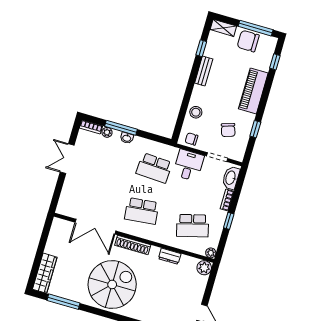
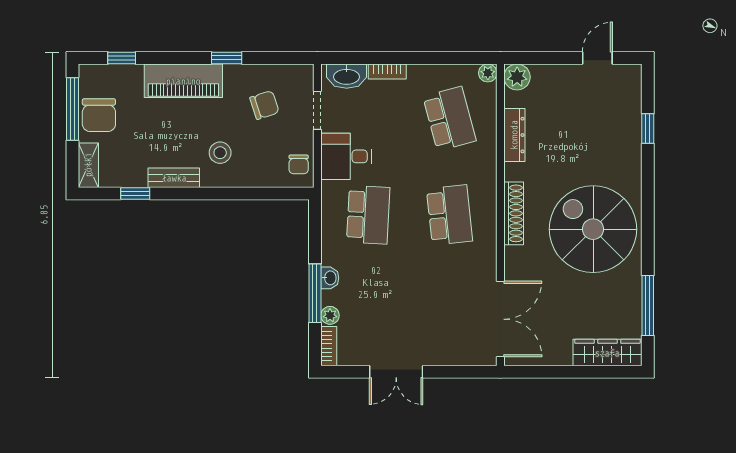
stool: (196, 112) -> (220, 153), moved
window: (255, 129) -> (227, 58), moved
window: (229, 221) -> (423, 58), removed
double door: (95, 227) -> (500, 319), moved
dresser: (170, 256) -> (514, 135), width x1.44

